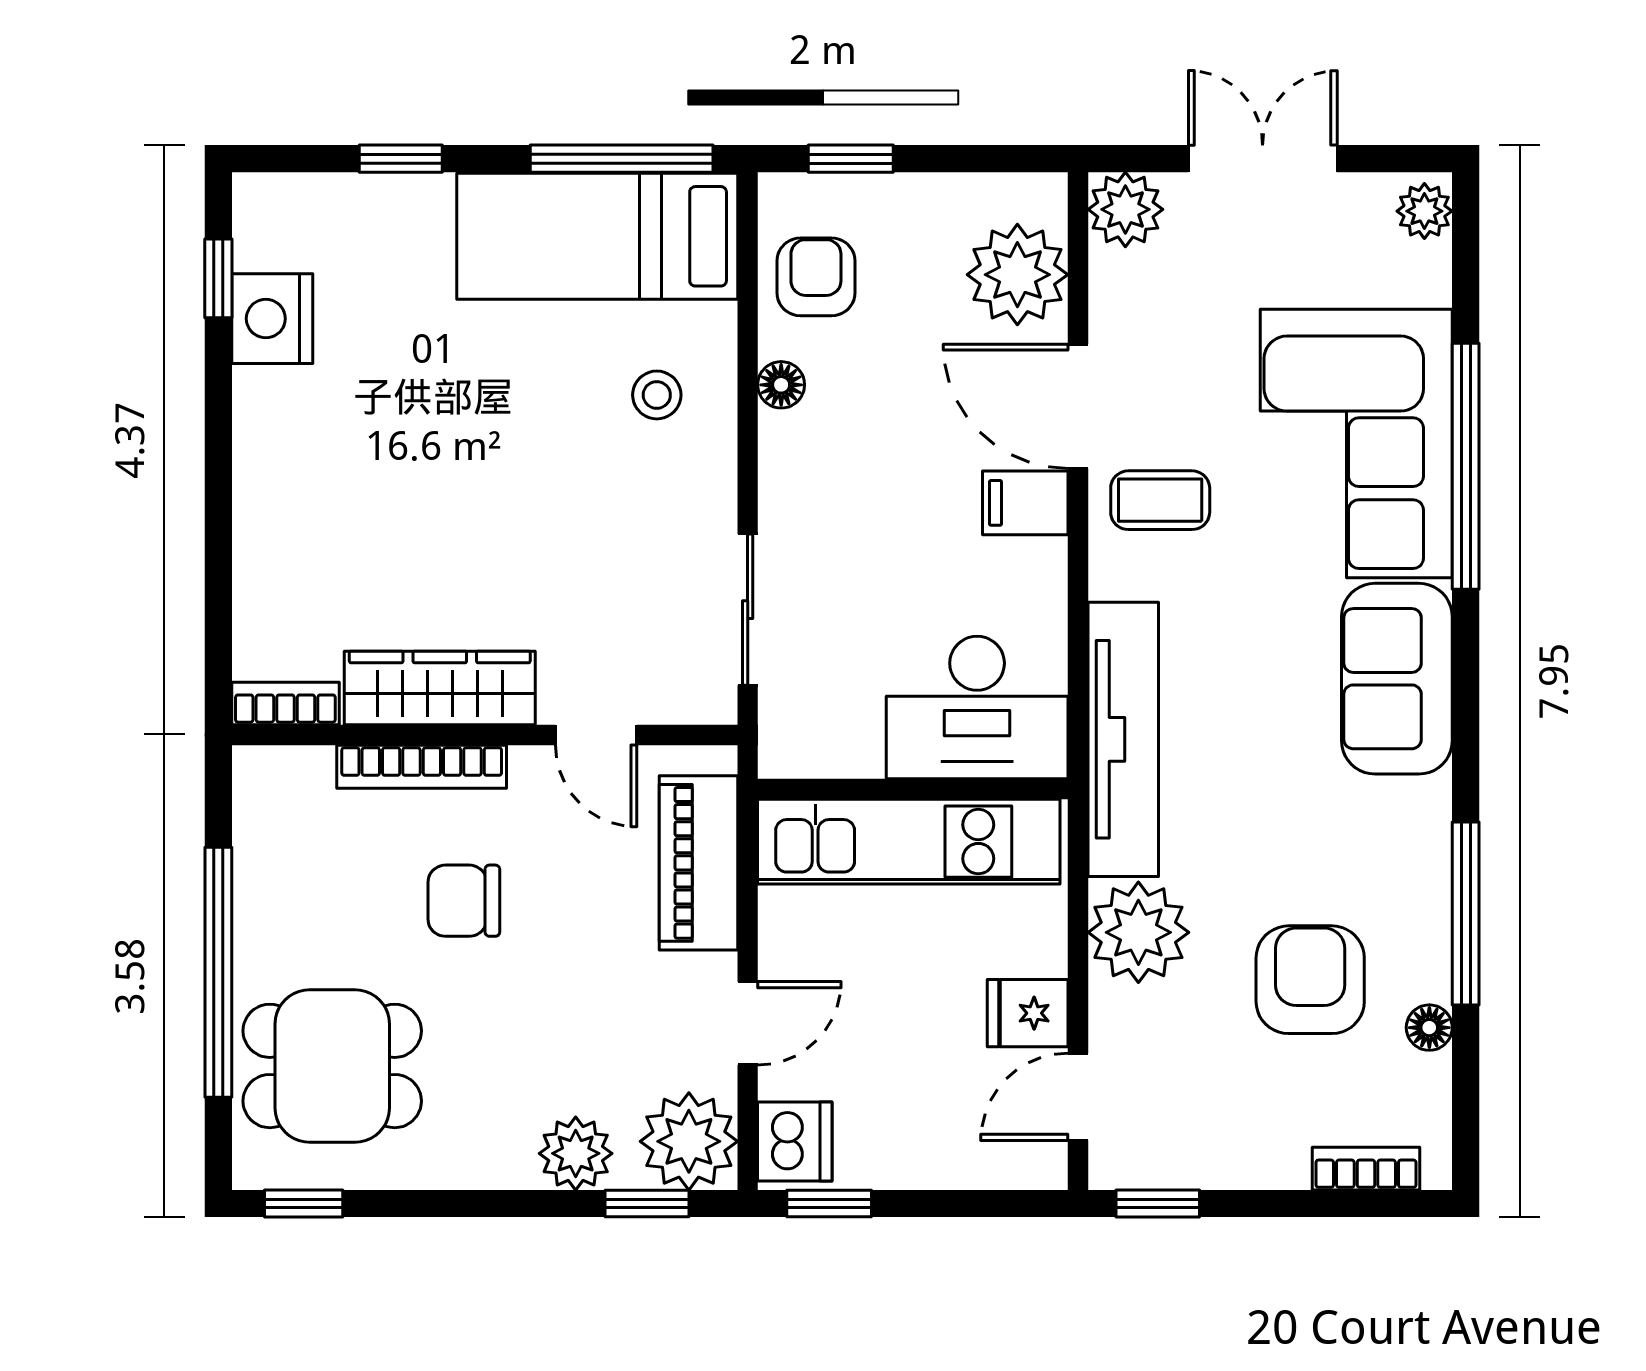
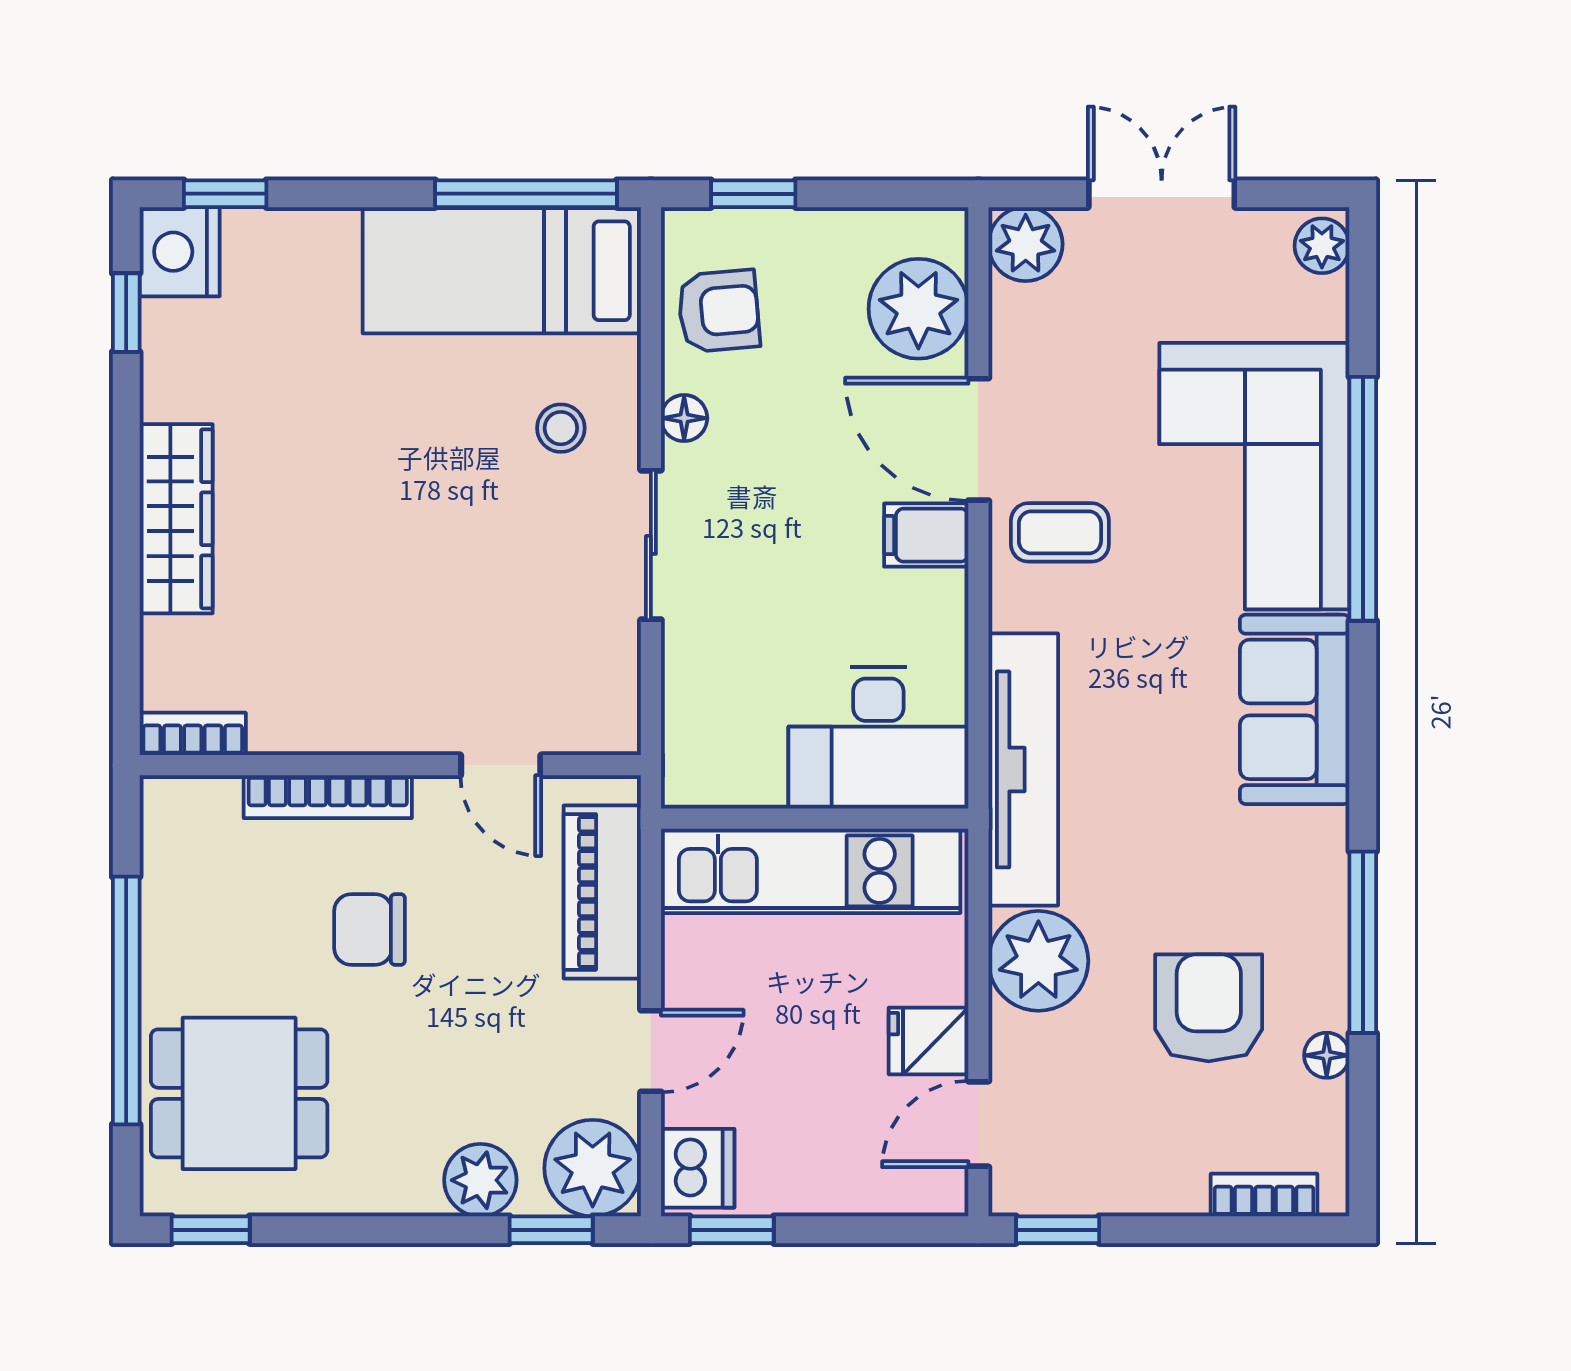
window: (401, 159) -> (225, 194), moved
armchair: (816, 277) -> (719, 311), turned 85
nightstand: (272, 319) -> (180, 252), moved
sliding door: (748, 610) -> (651, 545), moved
wardrobe: (440, 688) -> (176, 519), moved, turned 90

